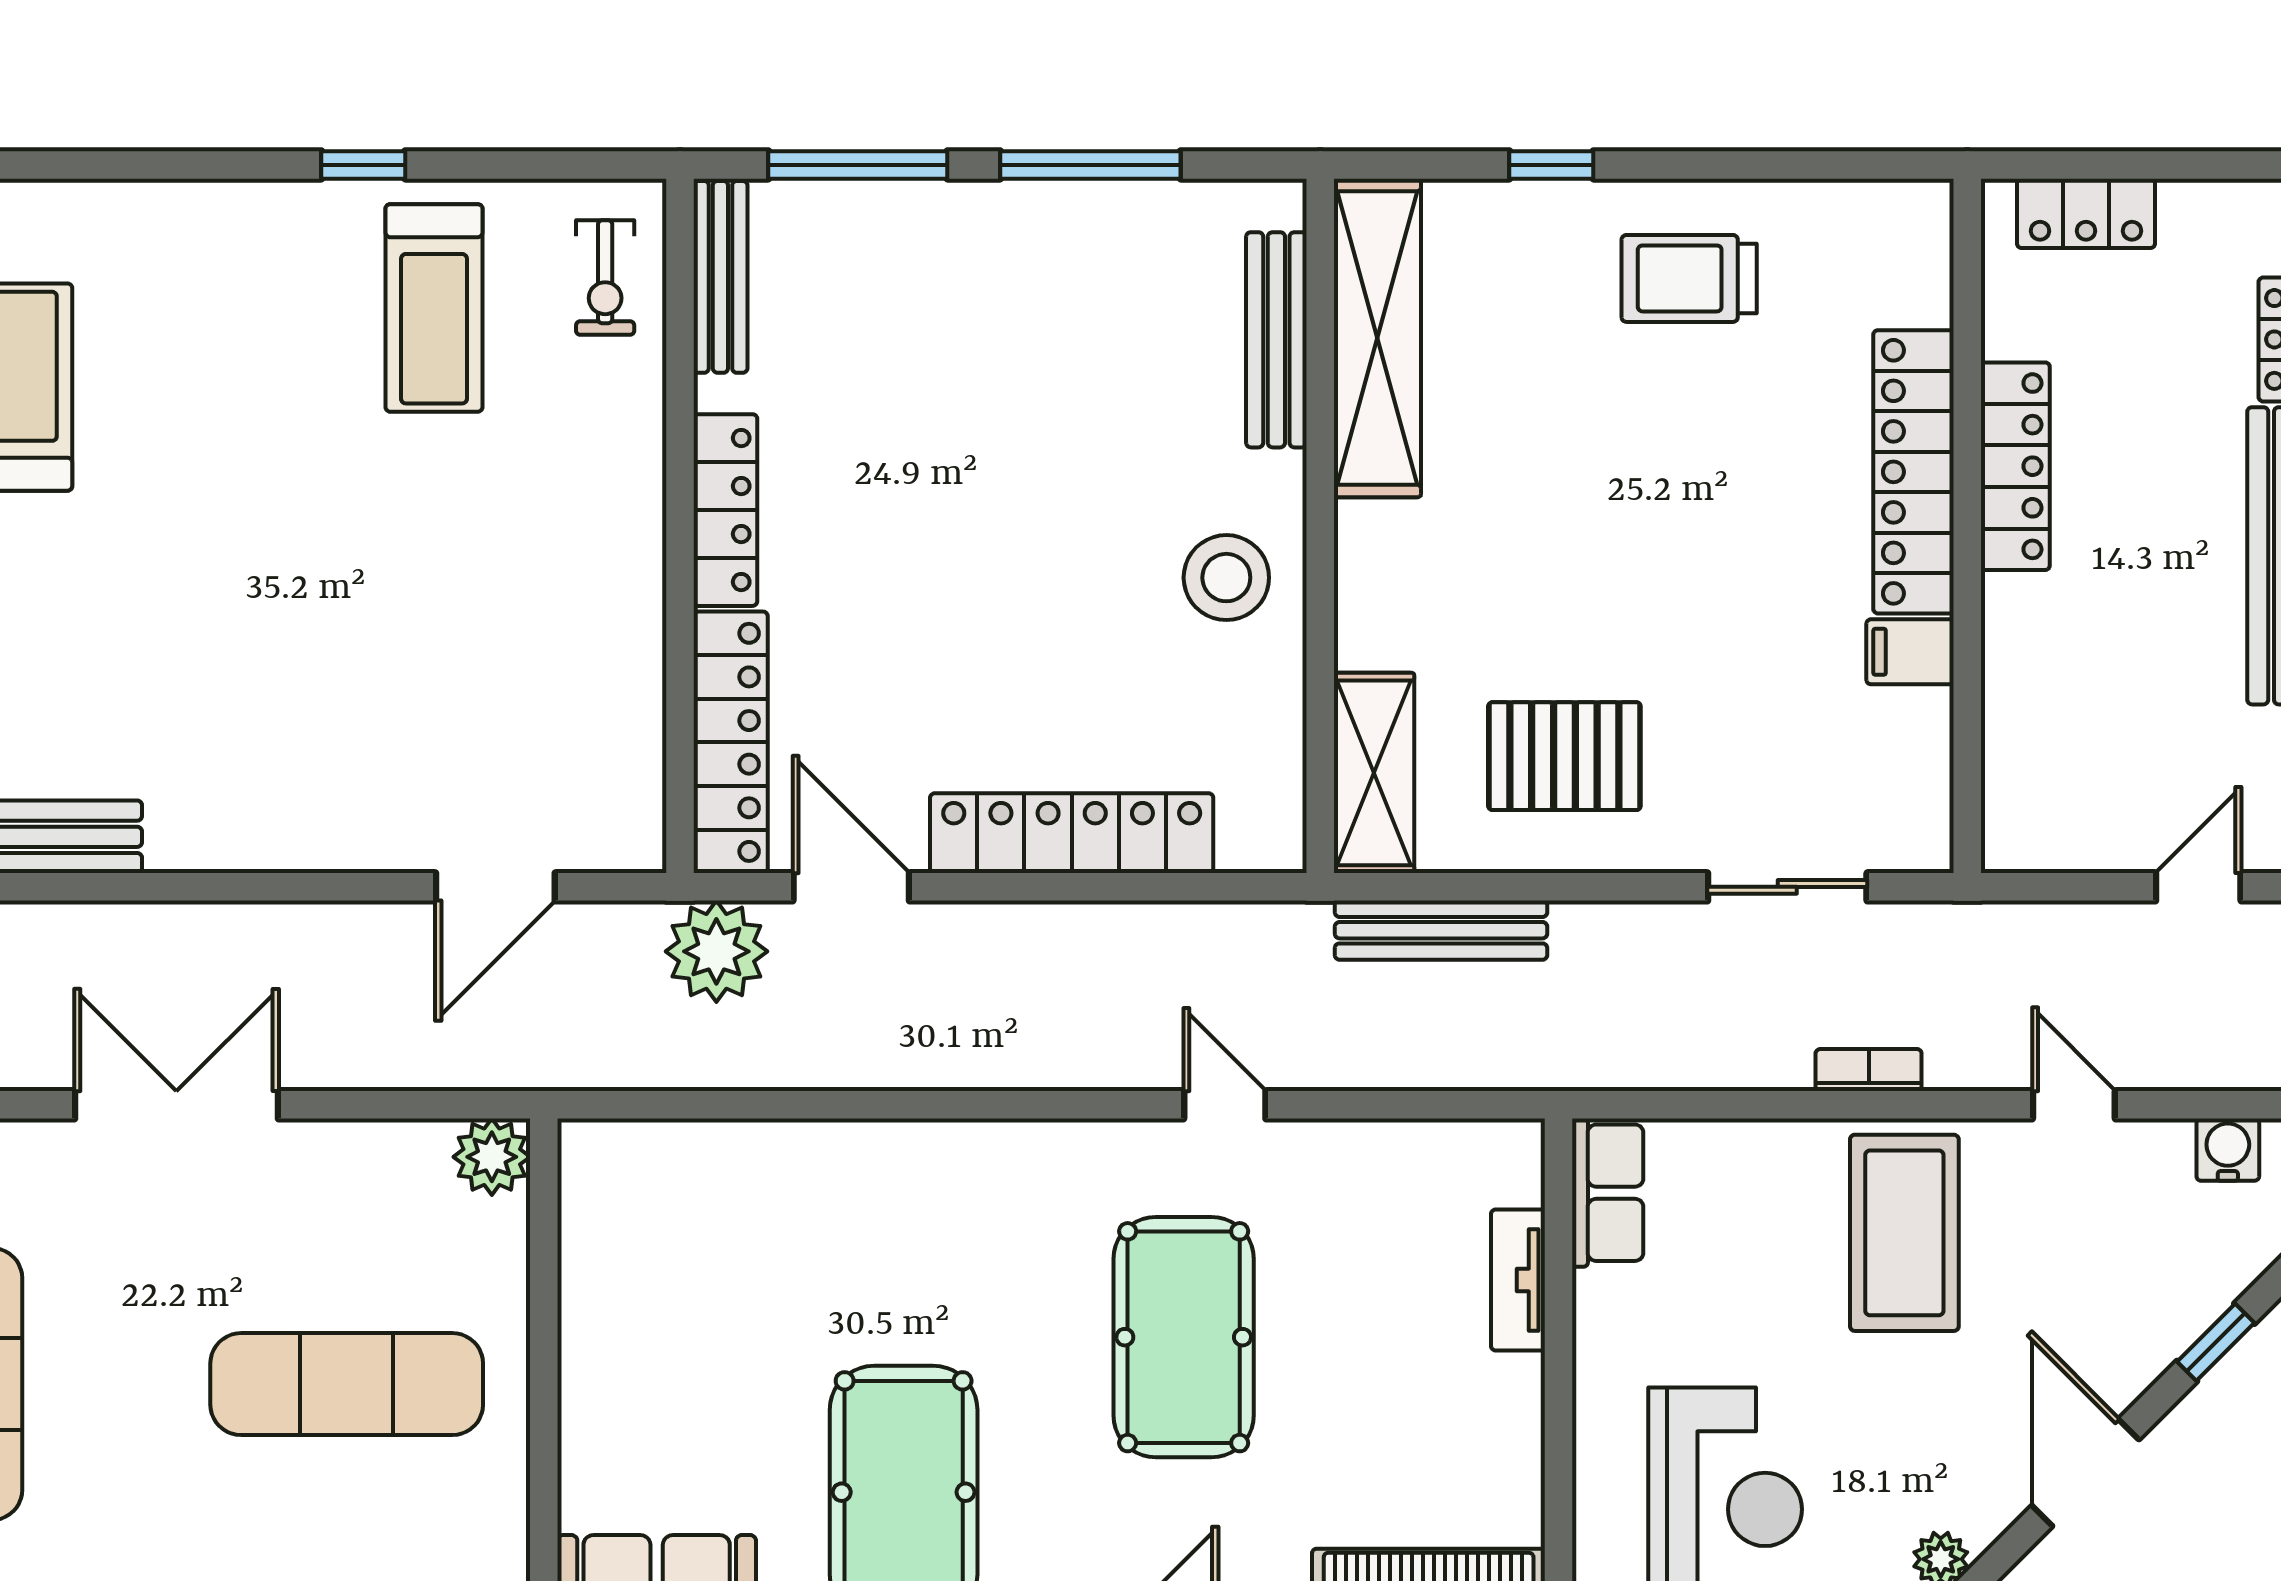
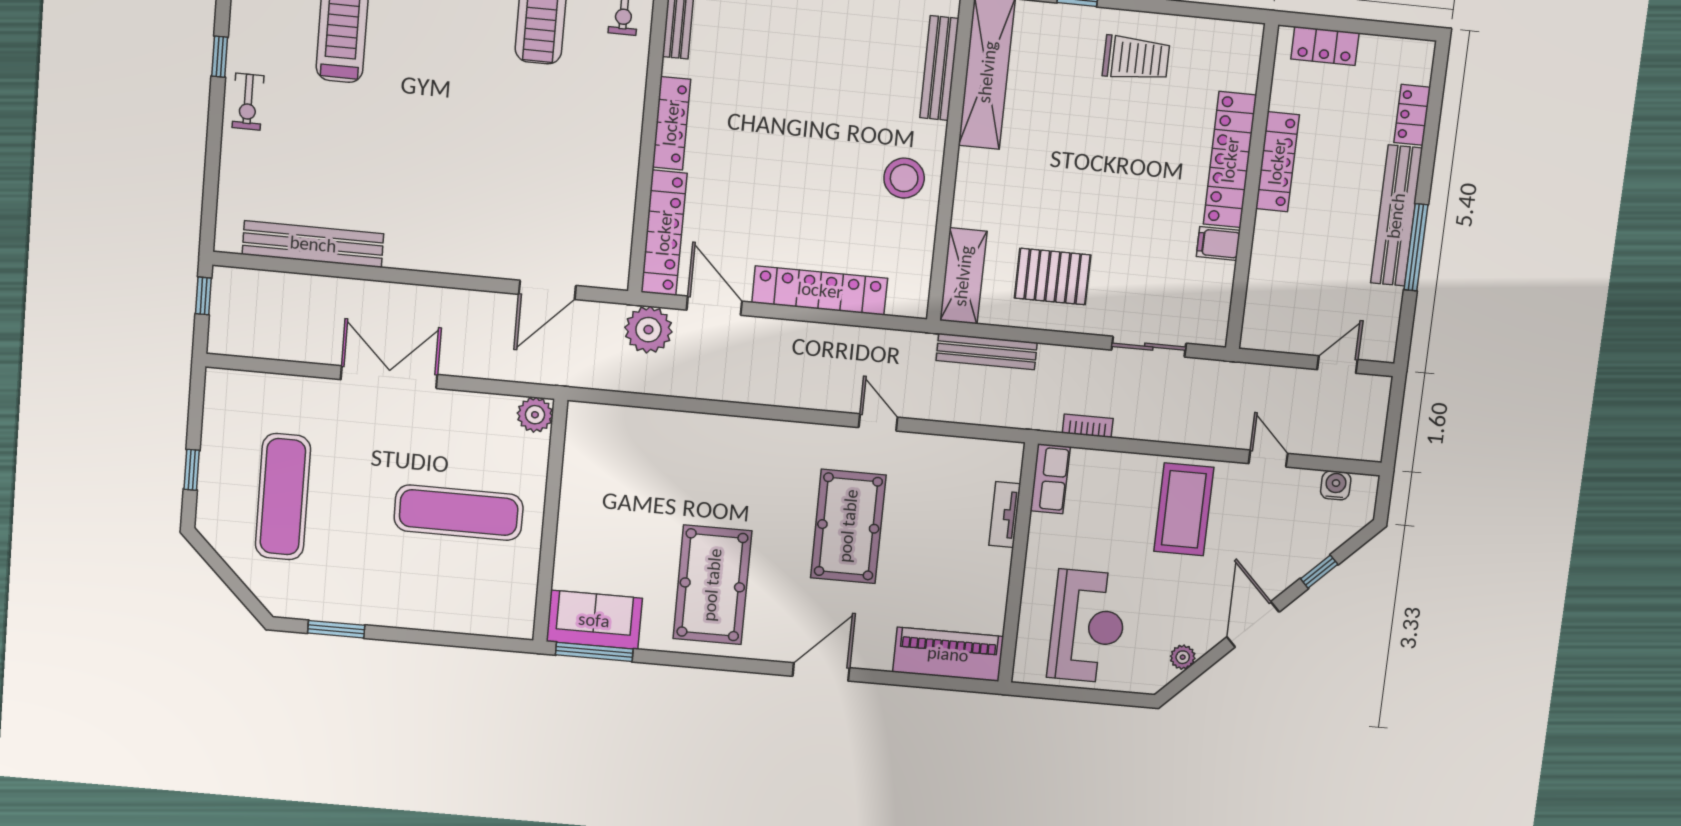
trolley: (1689, 278) -> (1136, 58), turned 180
bookcase: (1869, 1070) -> (1088, 426), moved

